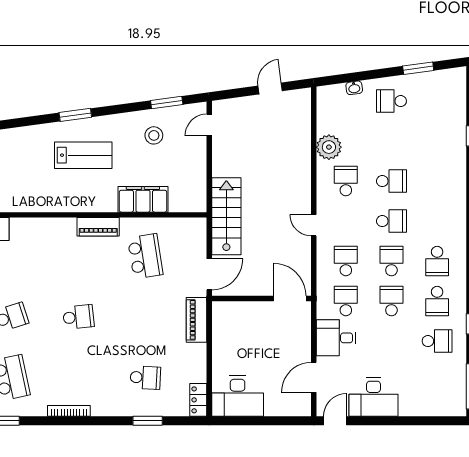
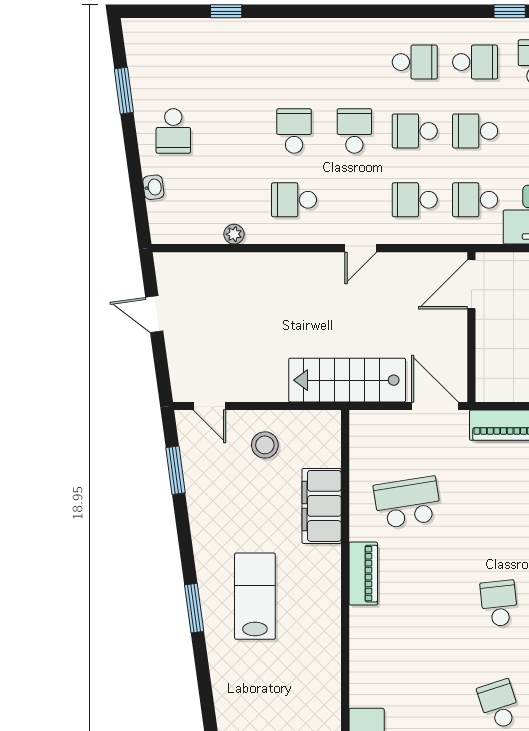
stool: (154, 135) -> (265, 445), moved
plant: (329, 147) -> (234, 234), width x0.53, depth x0.53

